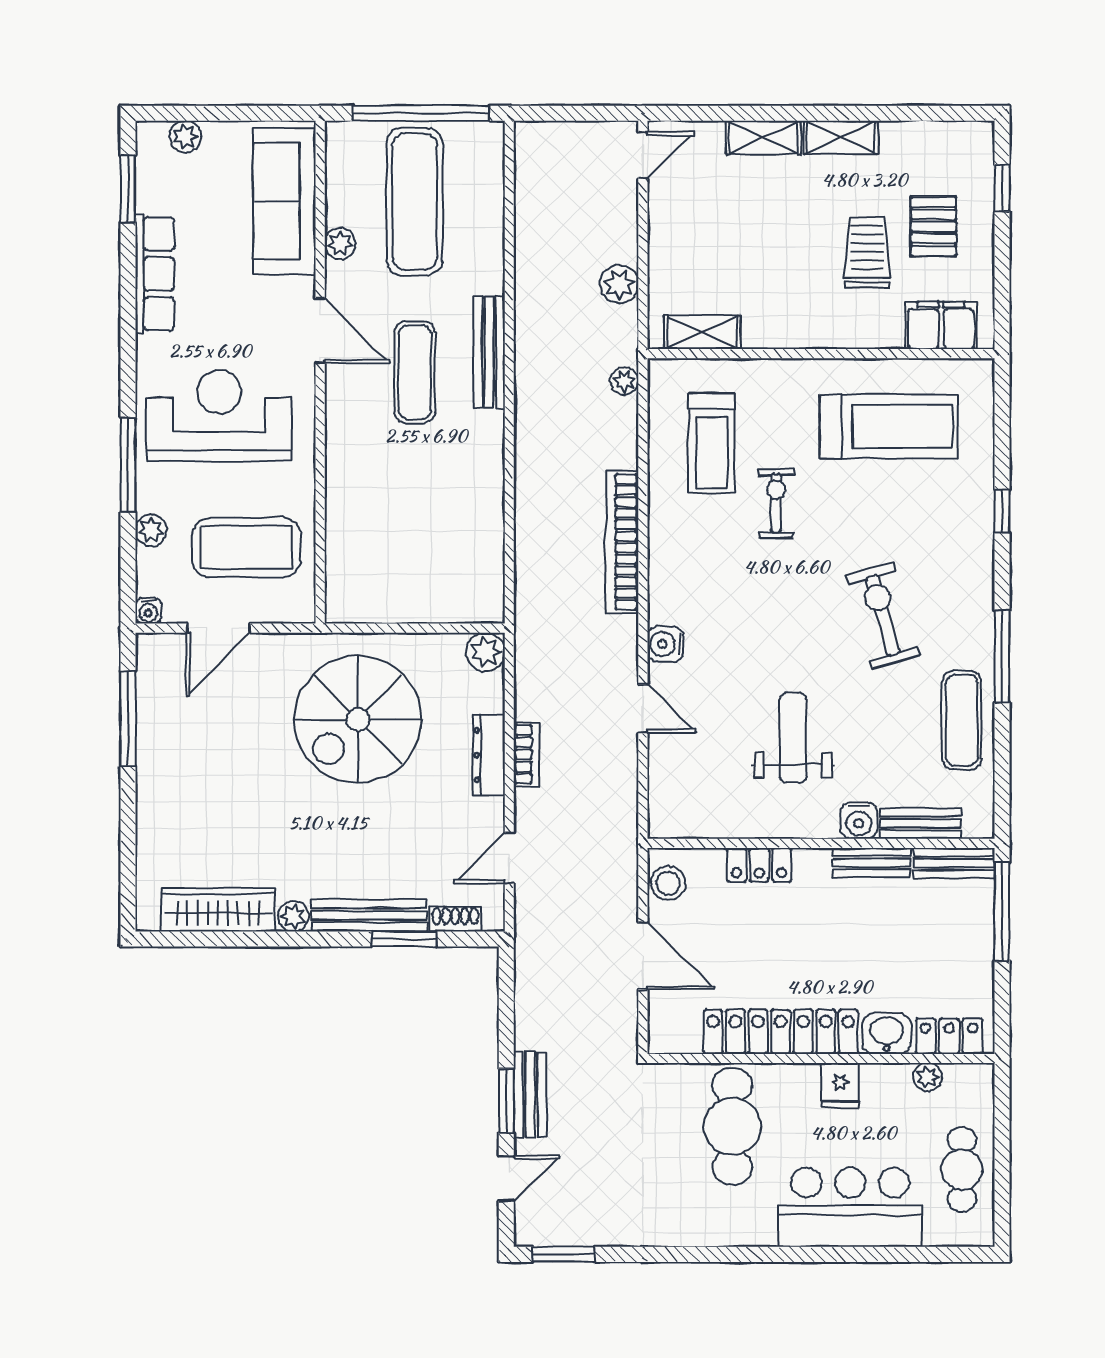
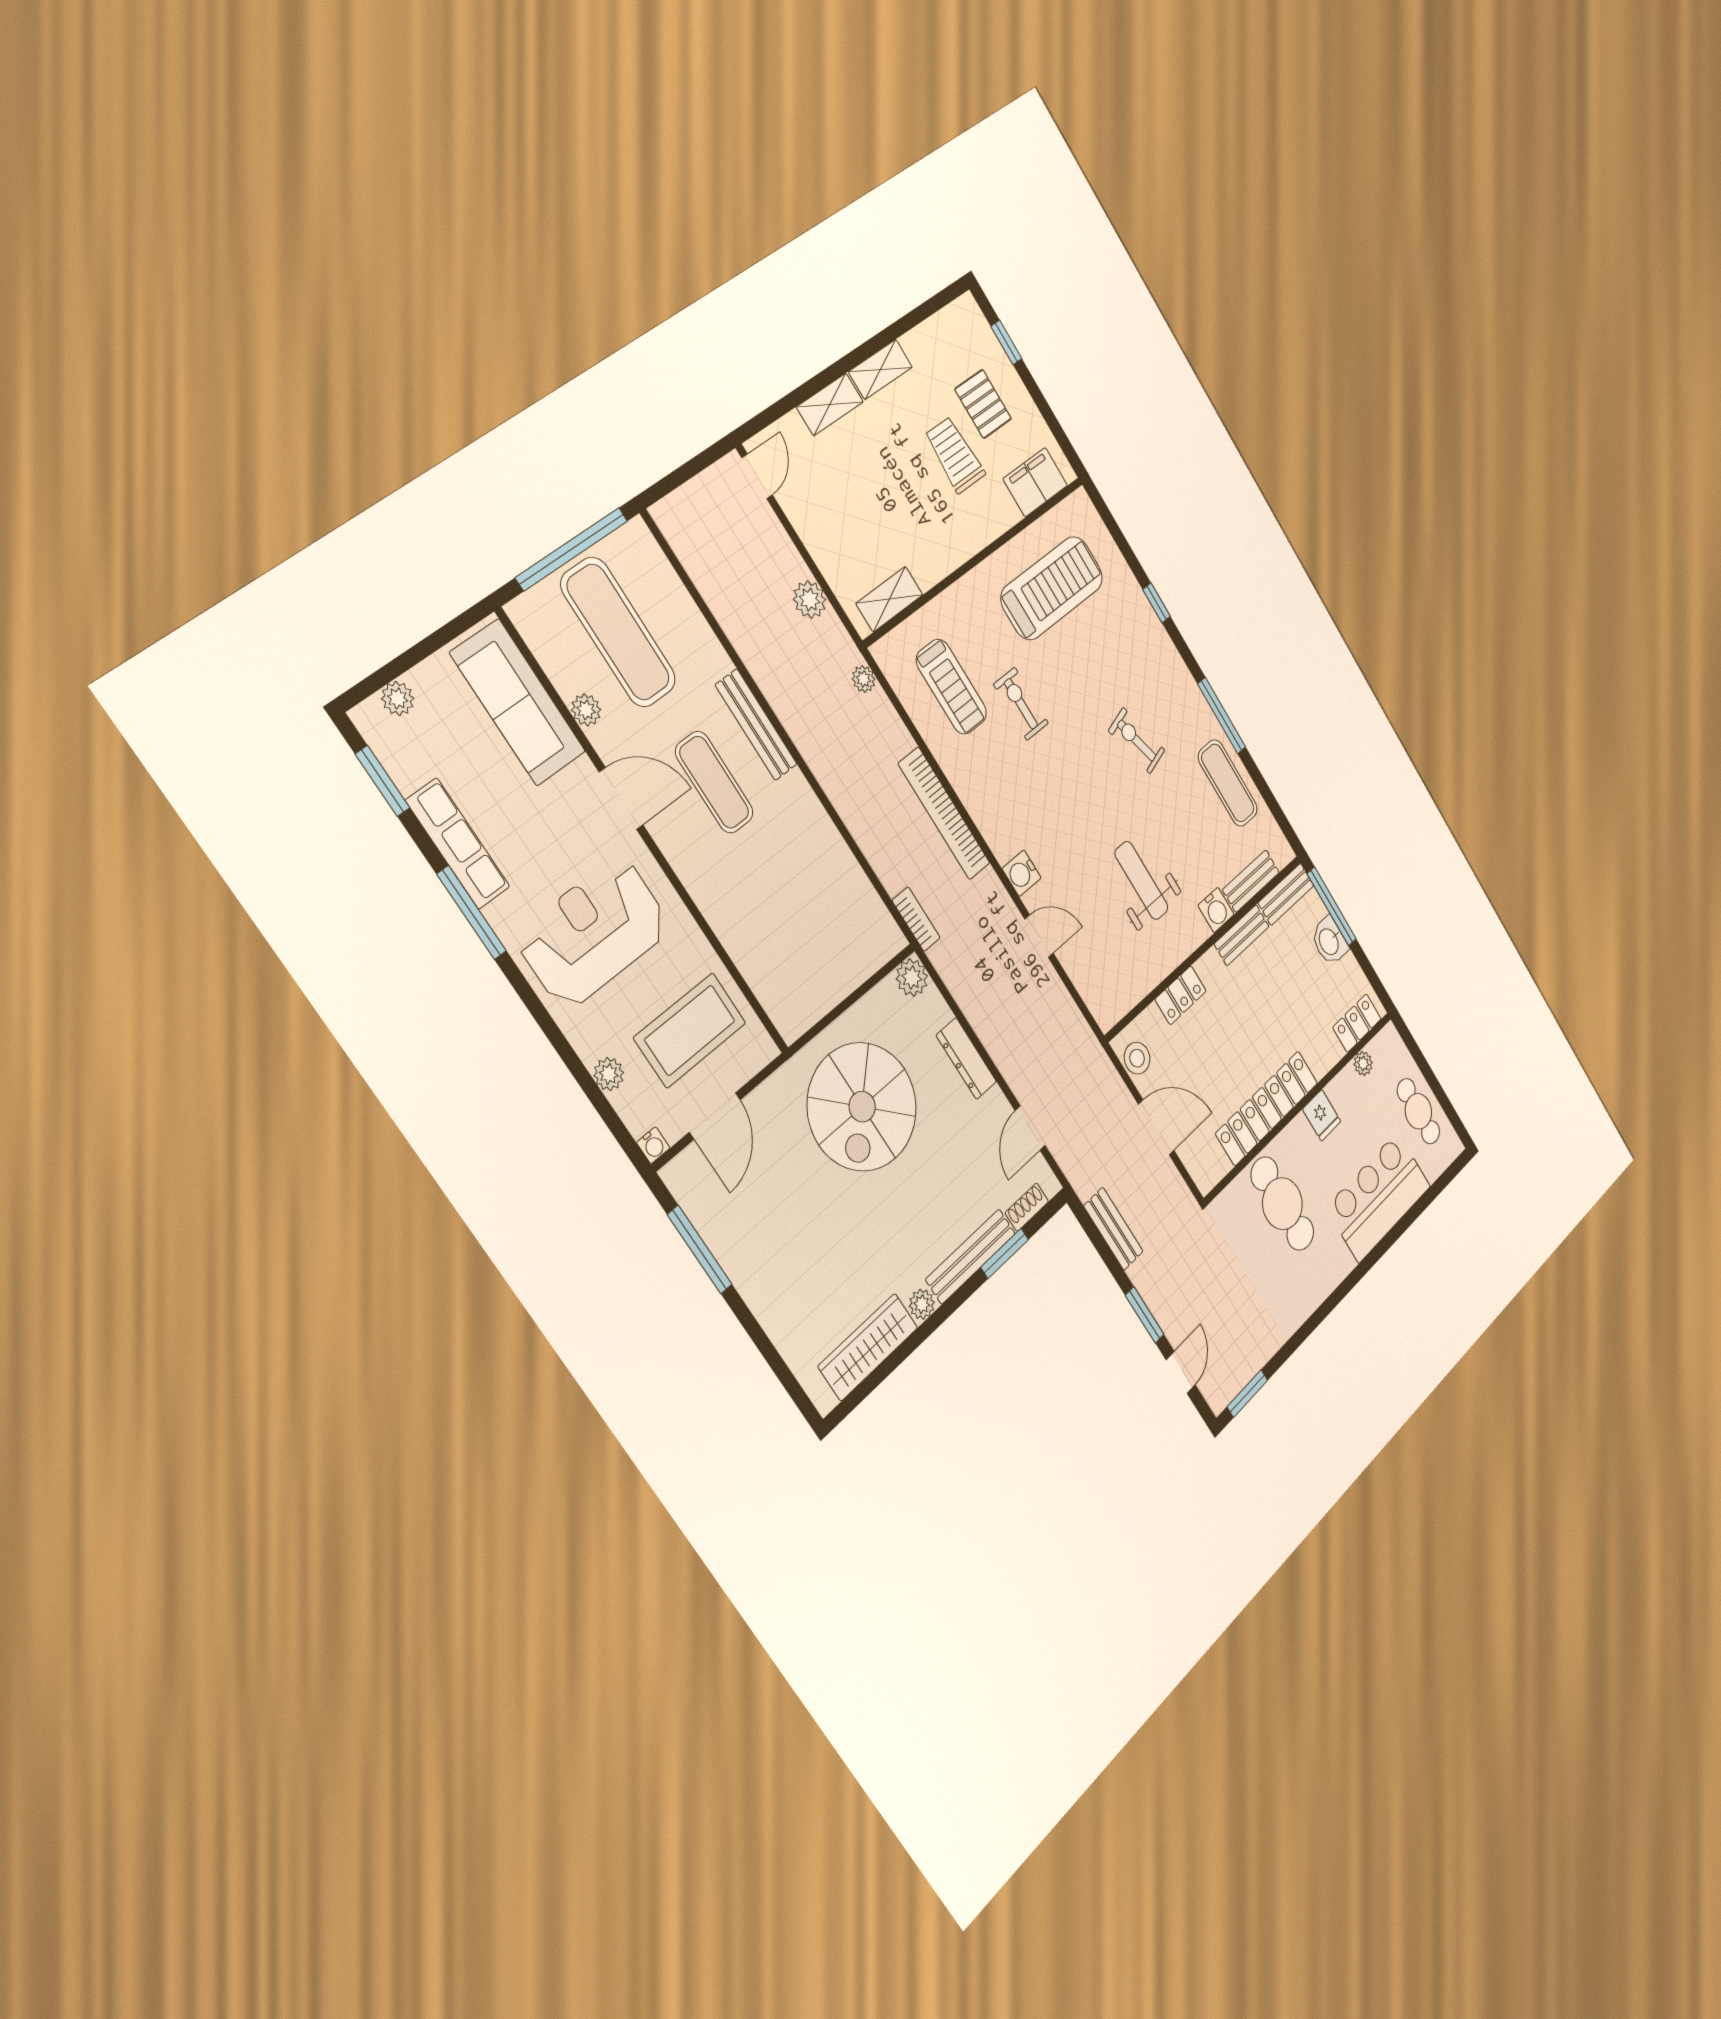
window: (128, 465) -> (472, 913), moved
exercise bike: (883, 615) -> (1137, 741), width x0.73, depth x0.72
bookcase: (526, 754) -> (916, 919), moved
washbasin: (887, 1034) -> (1329, 941), moved, turned -90
bench: (530, 1094) -> (1113, 1229), moved

